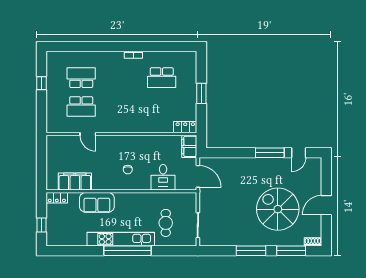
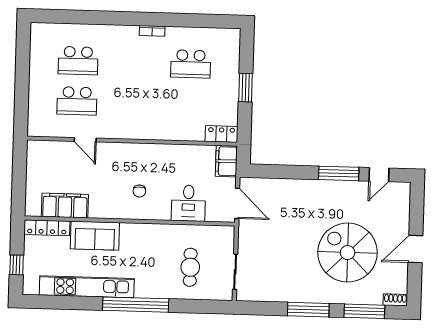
school desk: (81, 78) -> (78, 61), turned 180
window: (42, 83) -> (22, 67), removed
locker: (57, 198) -> (47, 228), width x1.53
kitchen unit: (121, 239) -> (87, 287), moved

